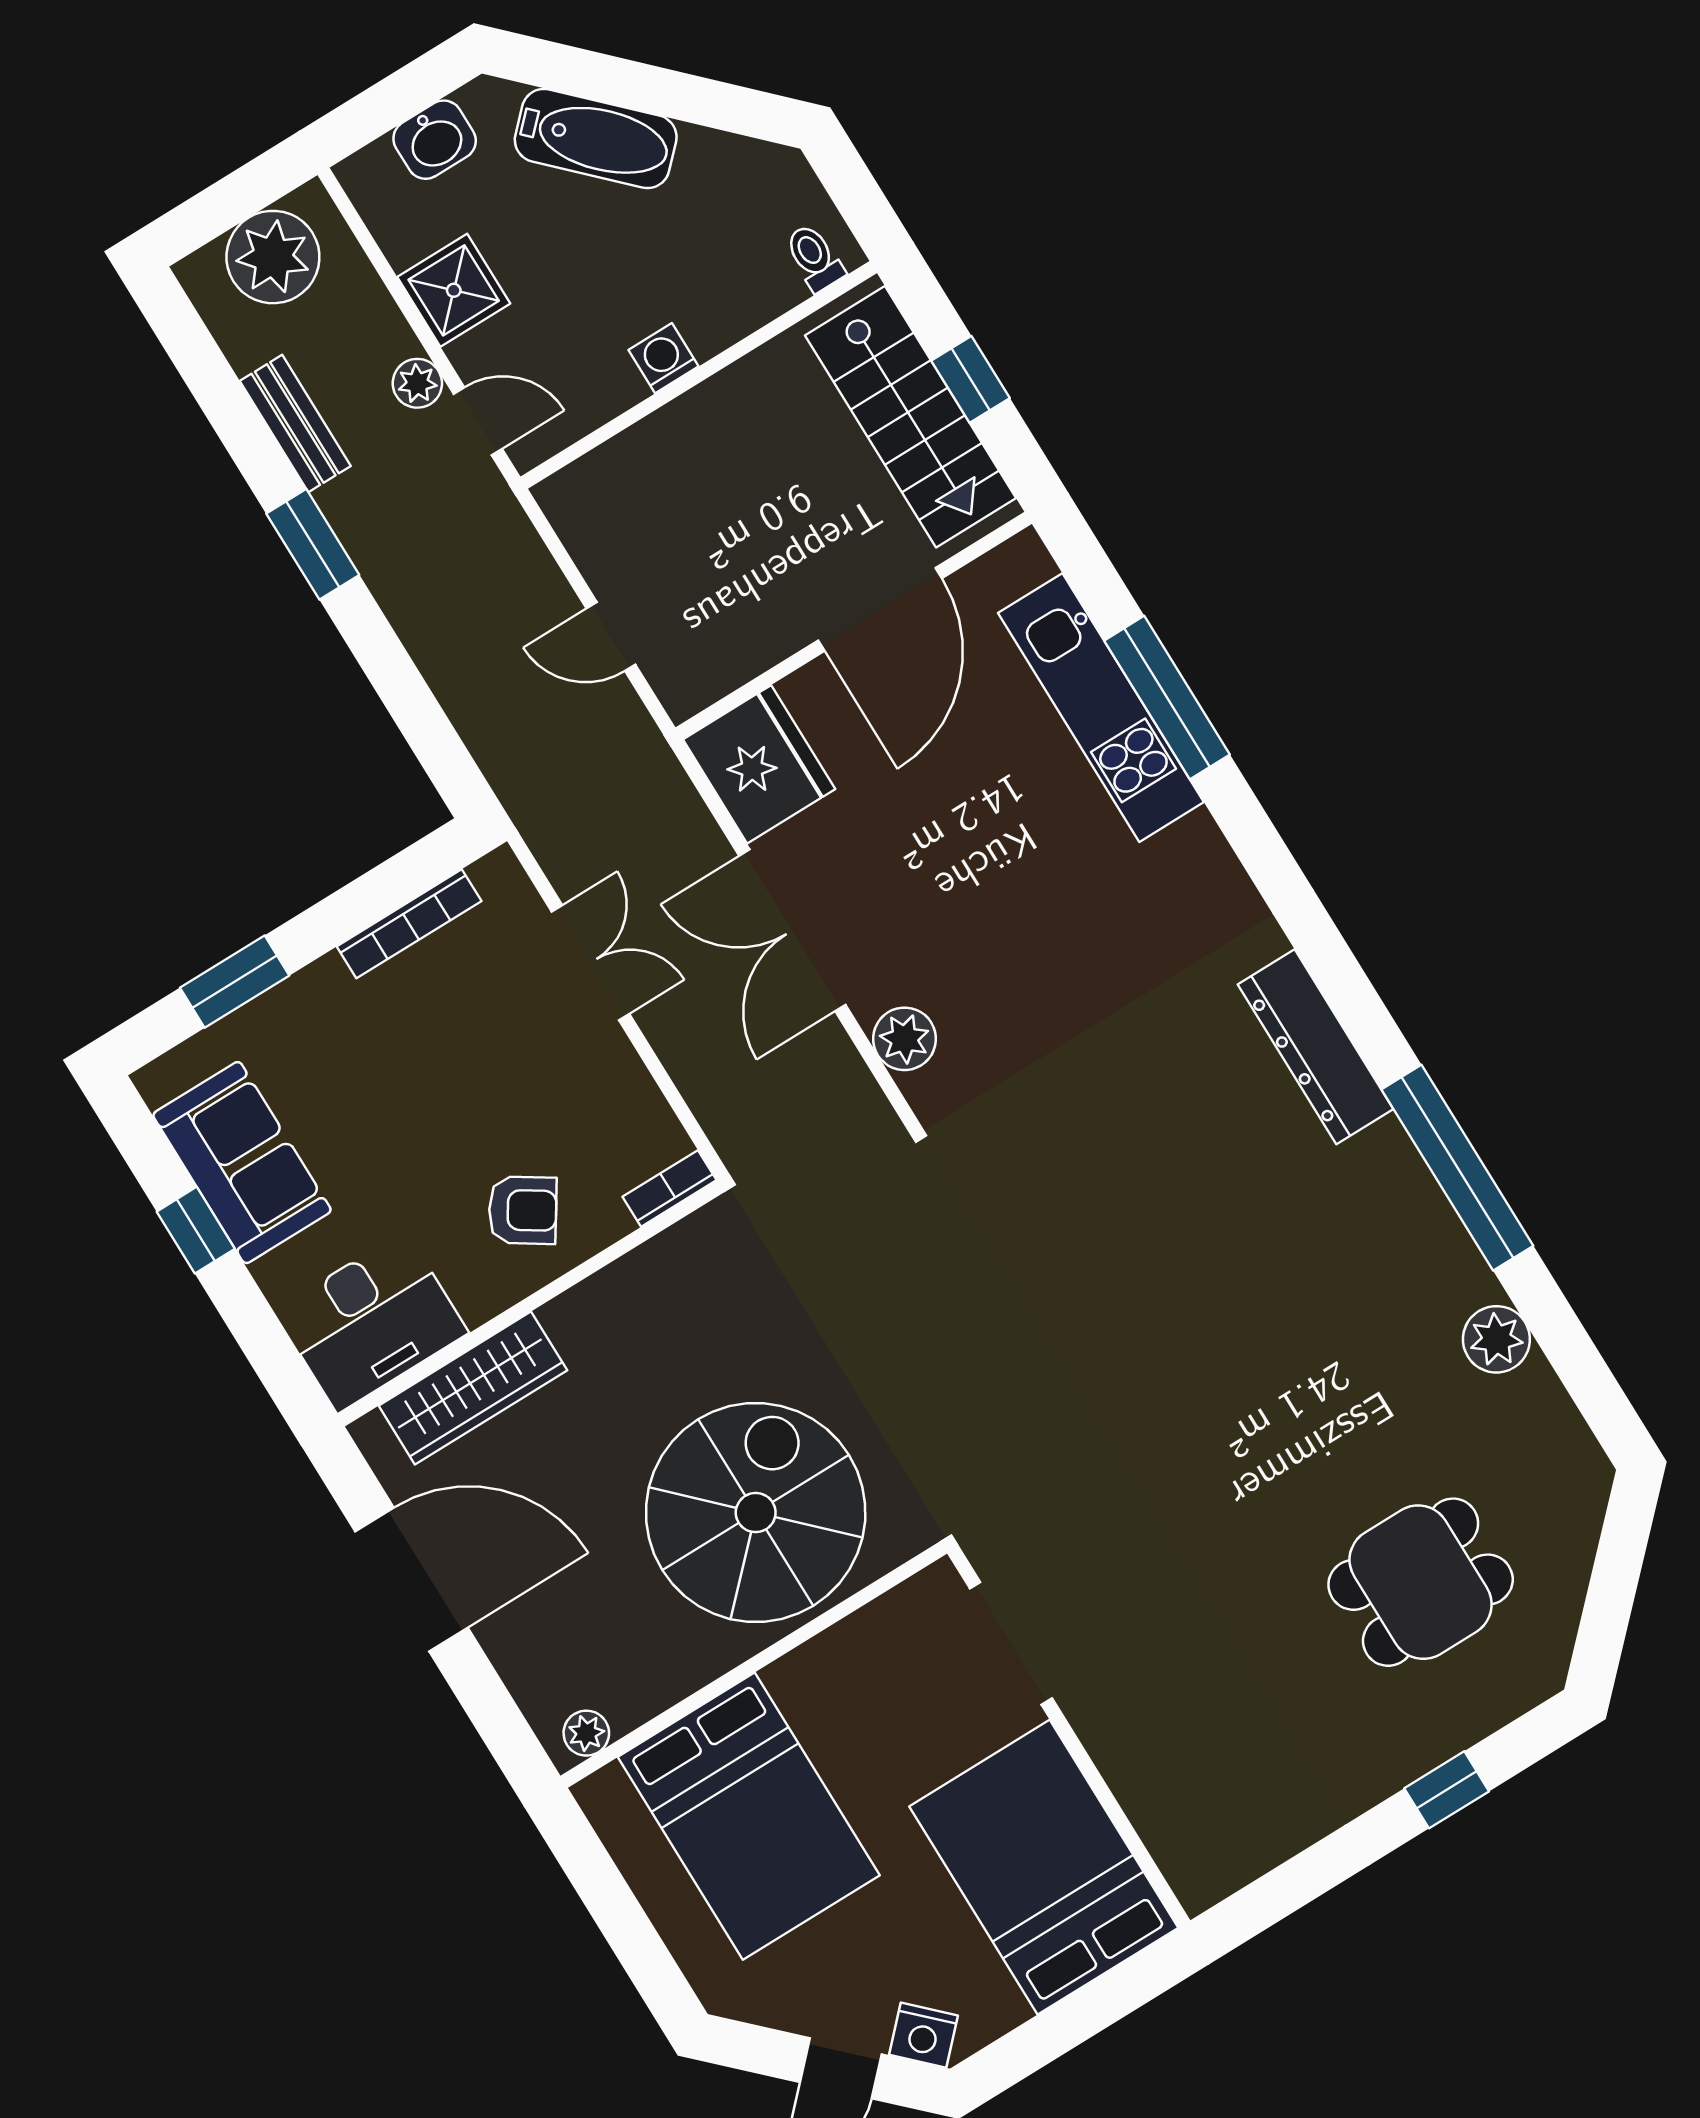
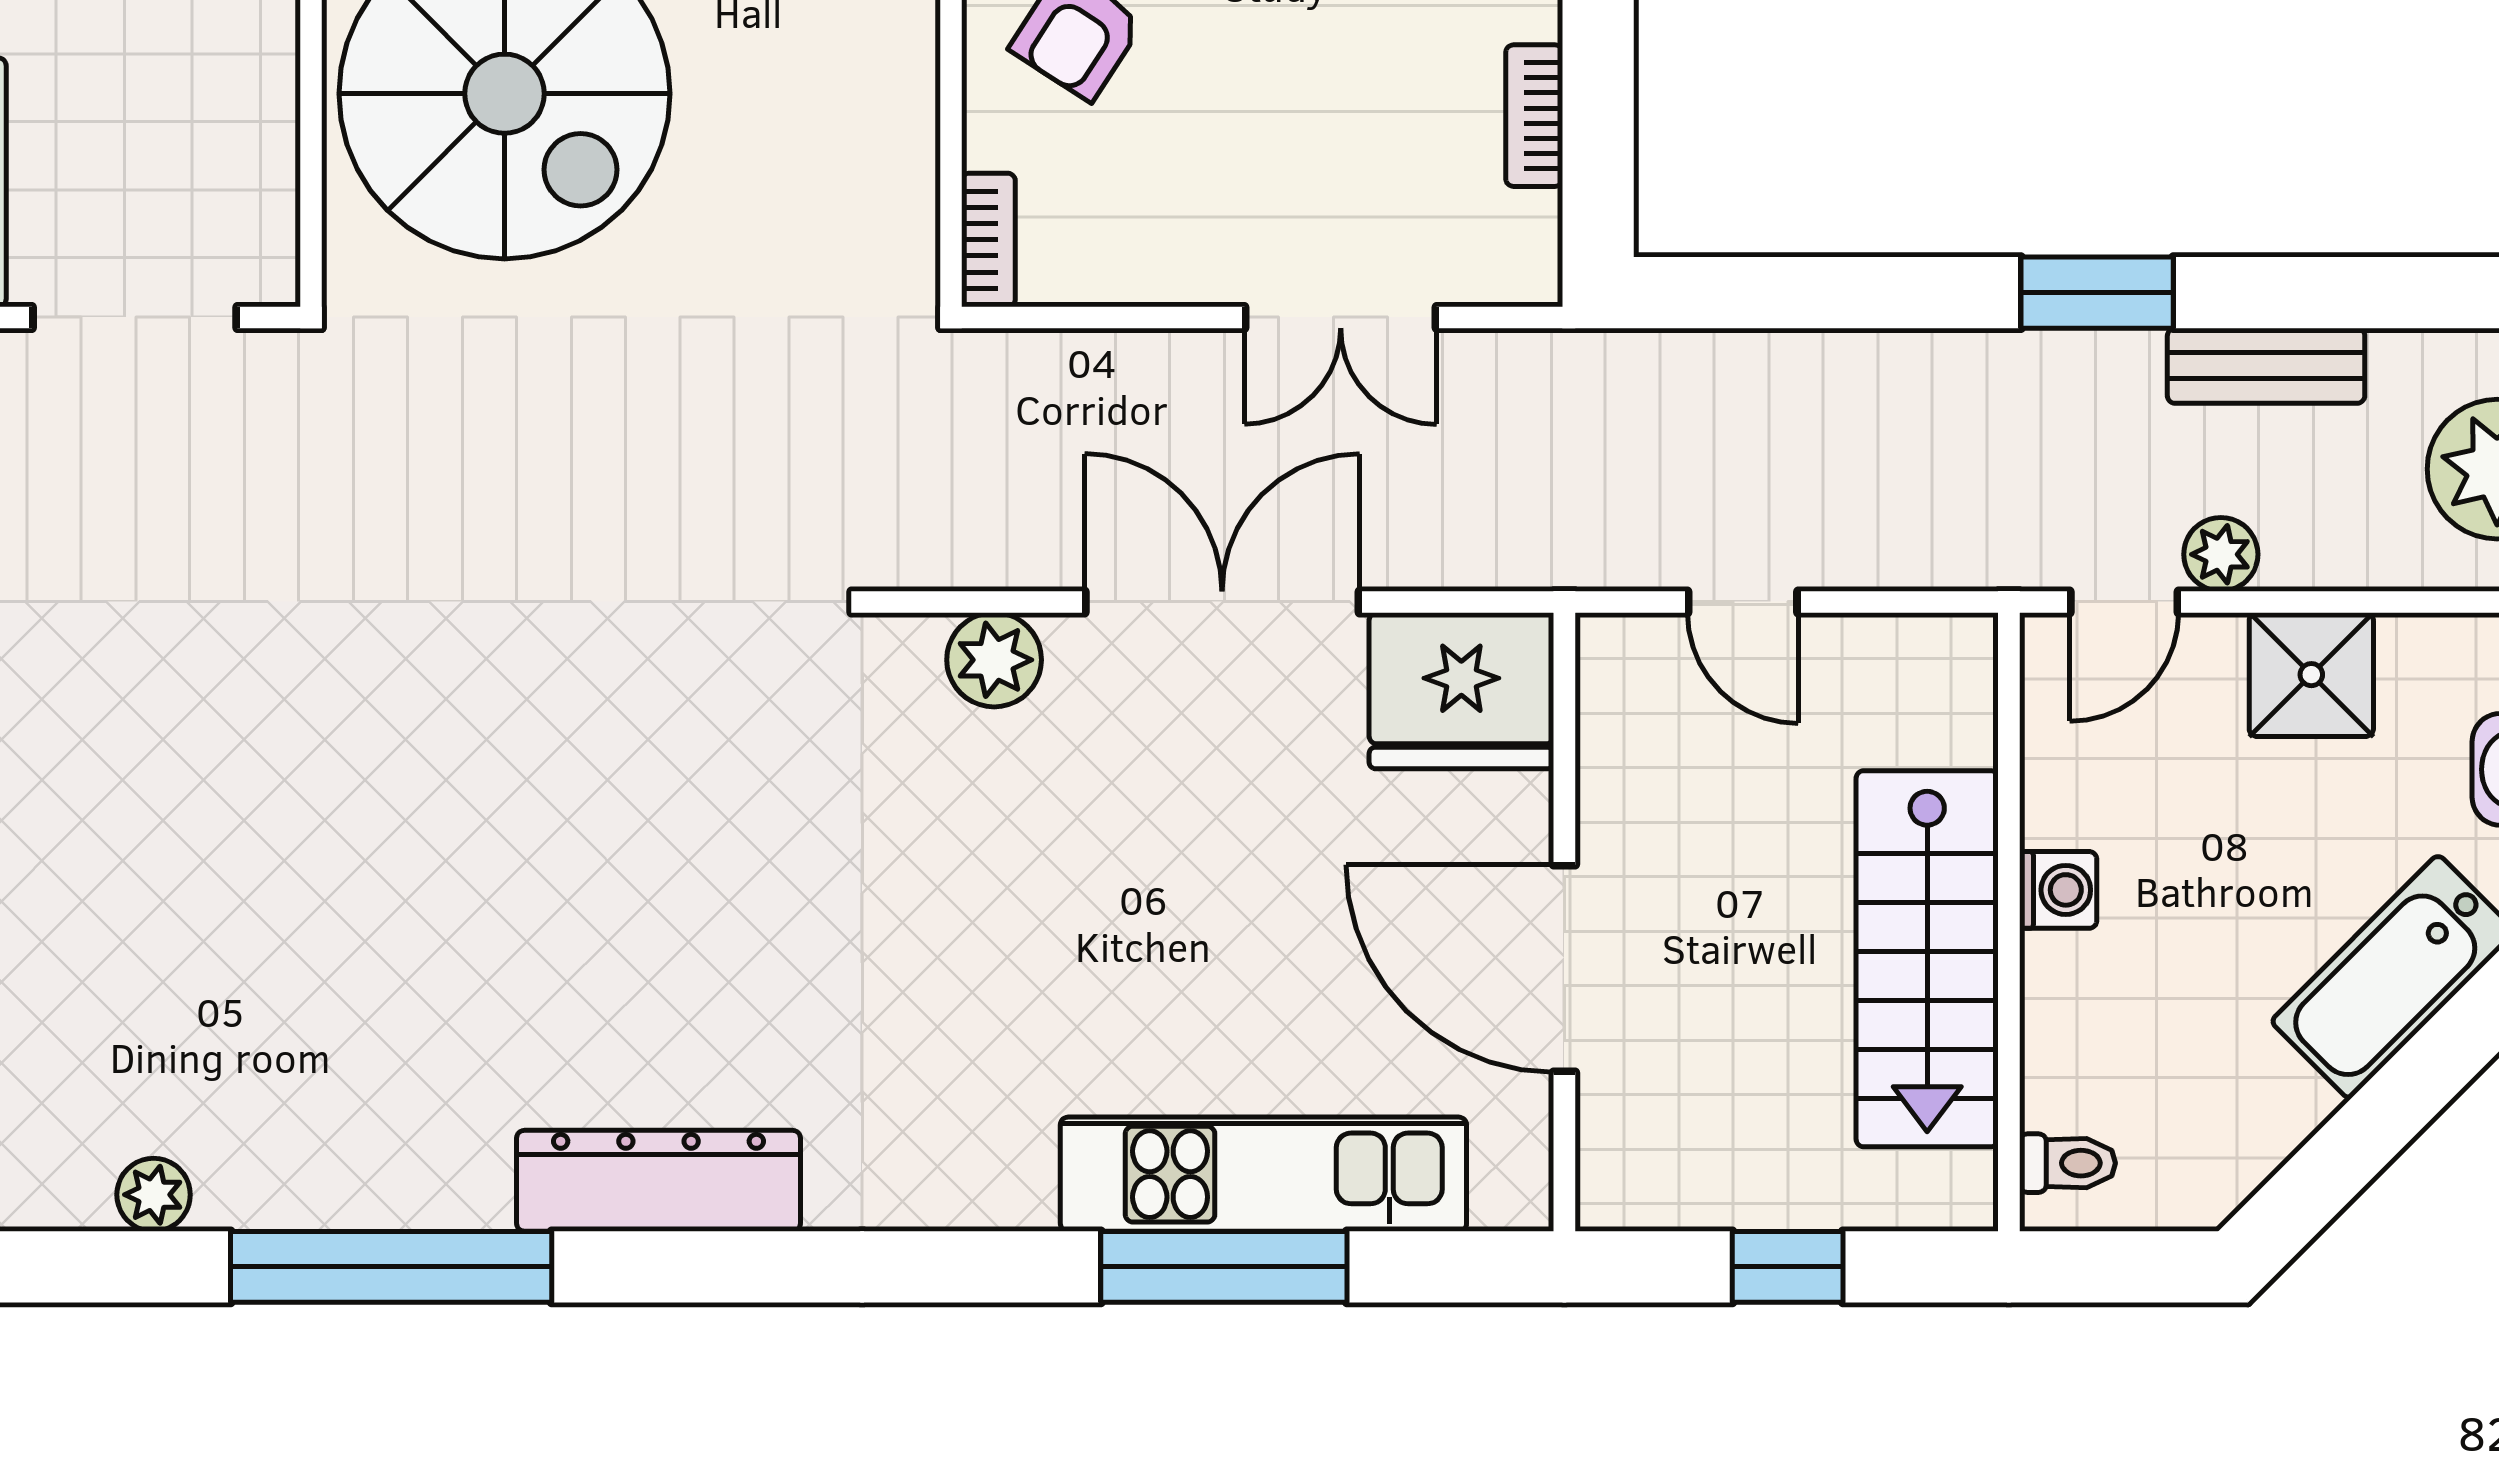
stairs: (910, 417) -> (1927, 959), moved, turned -90
door: (611, 637) -> (1743, 602), swing flipped
bookcase: (409, 924) -> (1534, 116), width x0.64
plant: (1496, 1339) -> (154, 1195), width x0.73, depth x0.73

